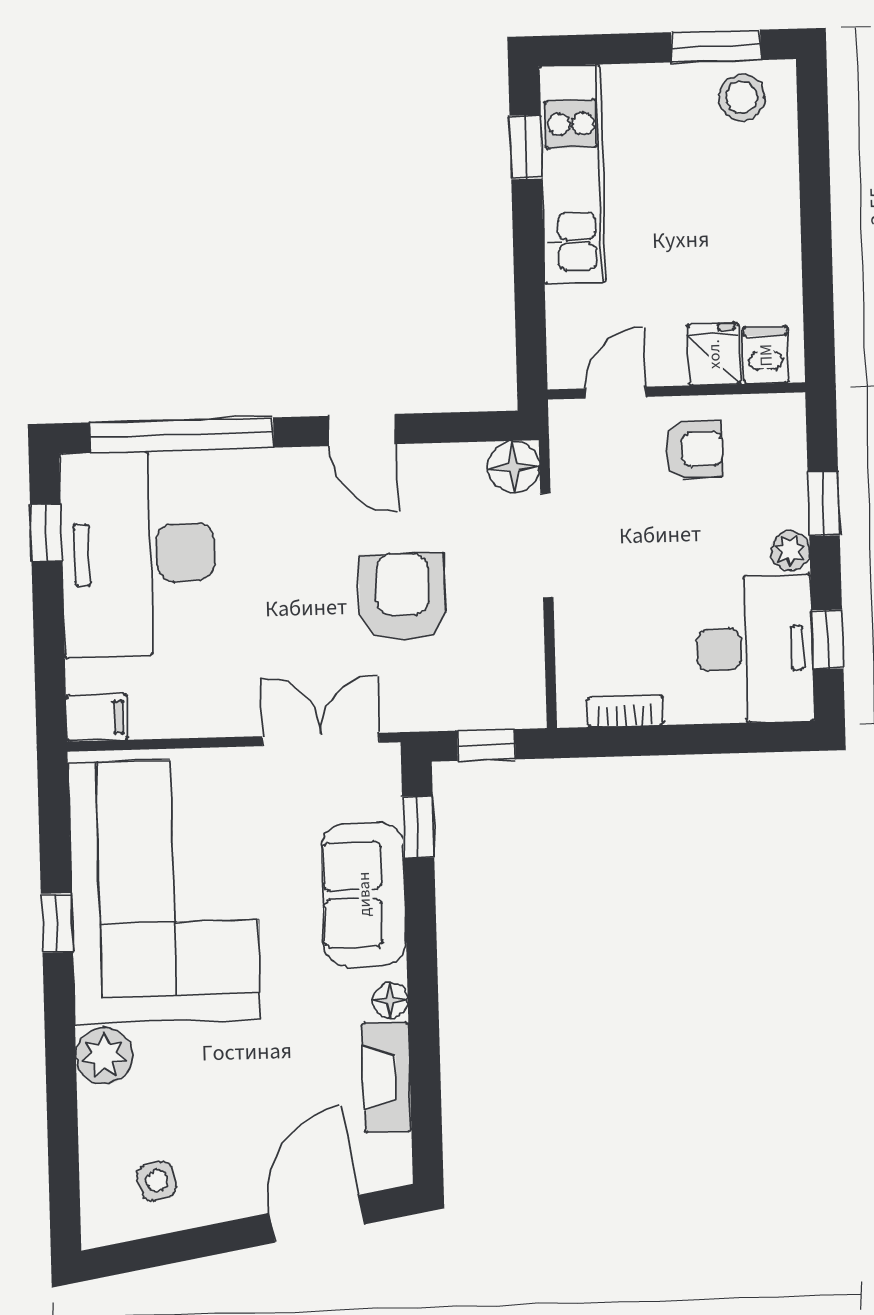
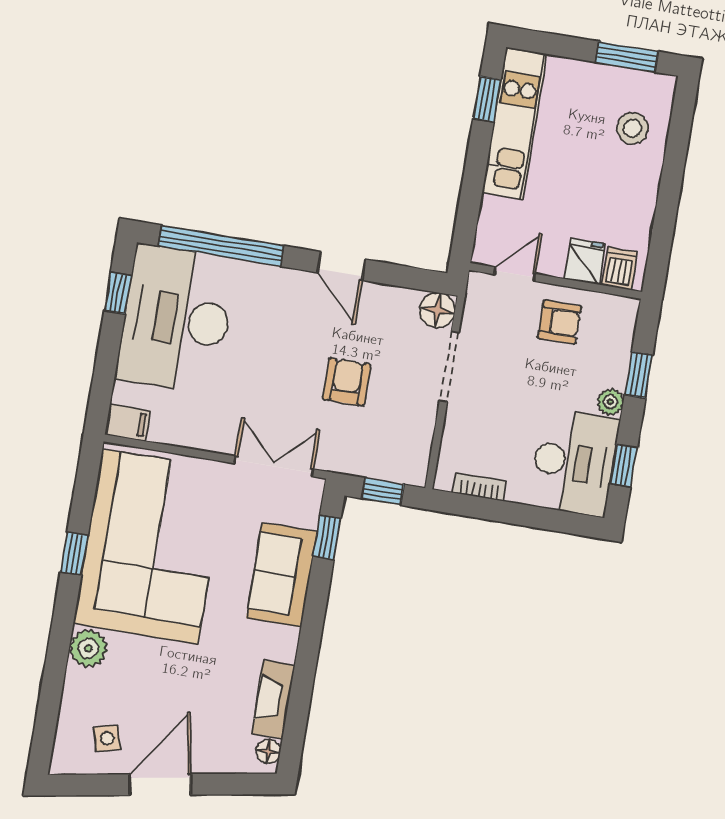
stool: (742, 98) -> (633, 128), moved
armchair: (403, 597) -> (347, 382), width x0.72, depth x0.72
floor lamp: (390, 1000) -> (269, 751), moved
door: (317, 1219) -> (160, 785), moved

